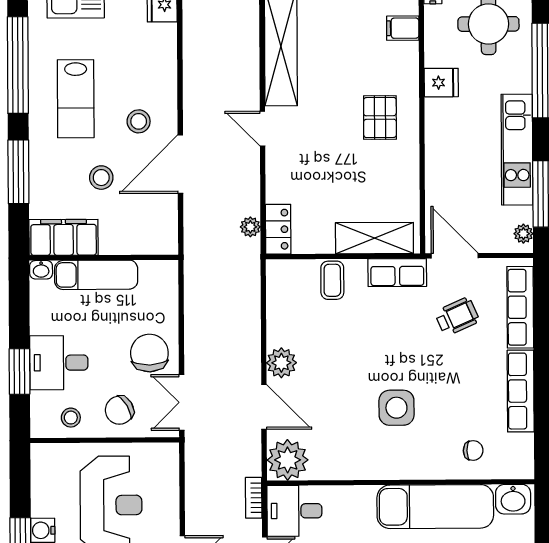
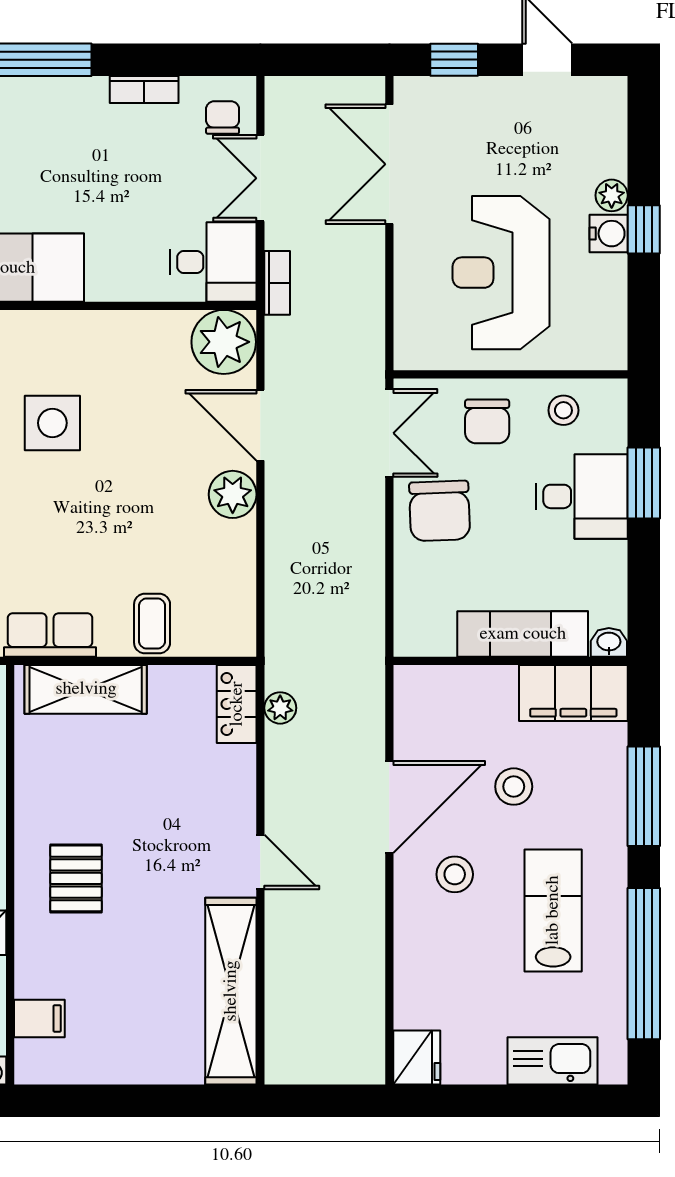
chair: (119, 410) -> (487, 421), turned 121

